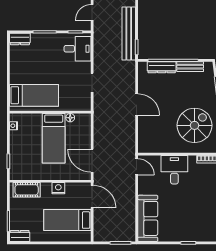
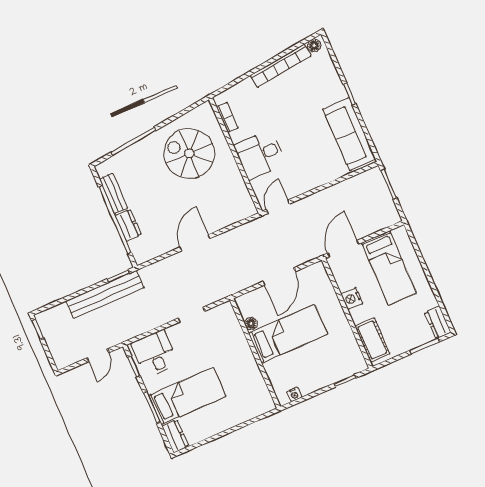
door: (92, 12) -> (98, 355), hinge flipped
dresser: (162, 67) -> (128, 225), width x0.70
bed: (34, 95) -> (187, 396), moved, turned 90
door: (92, 161) -> (279, 276), moved
sofa: (148, 218) -> (349, 134), moved, turned -90

